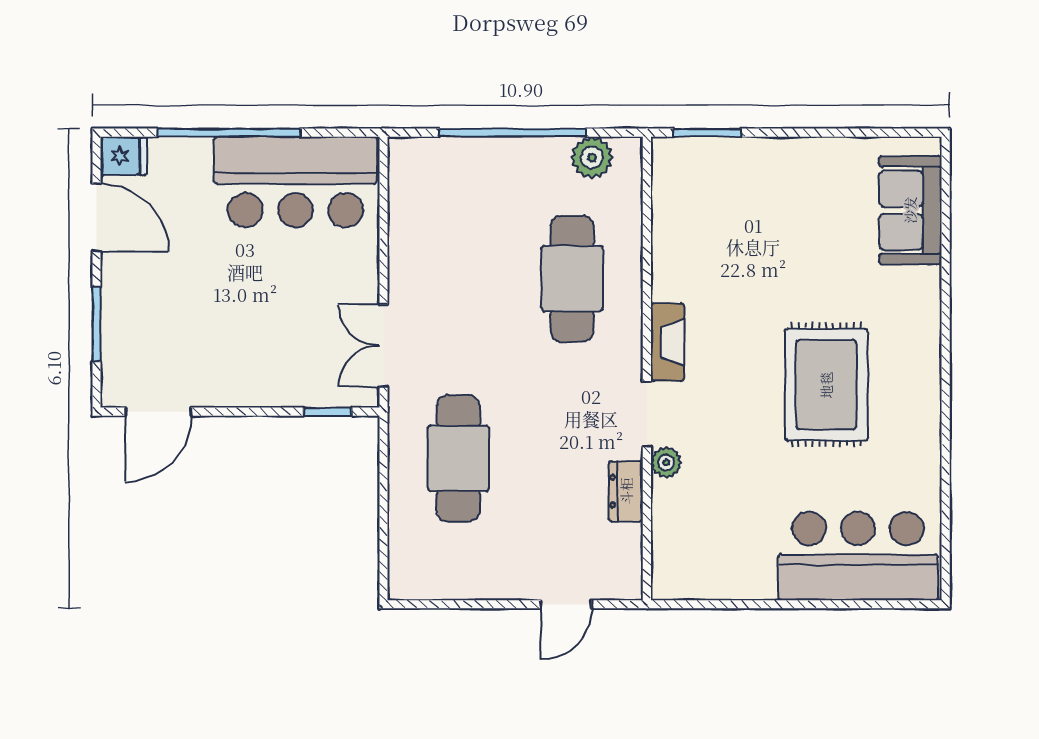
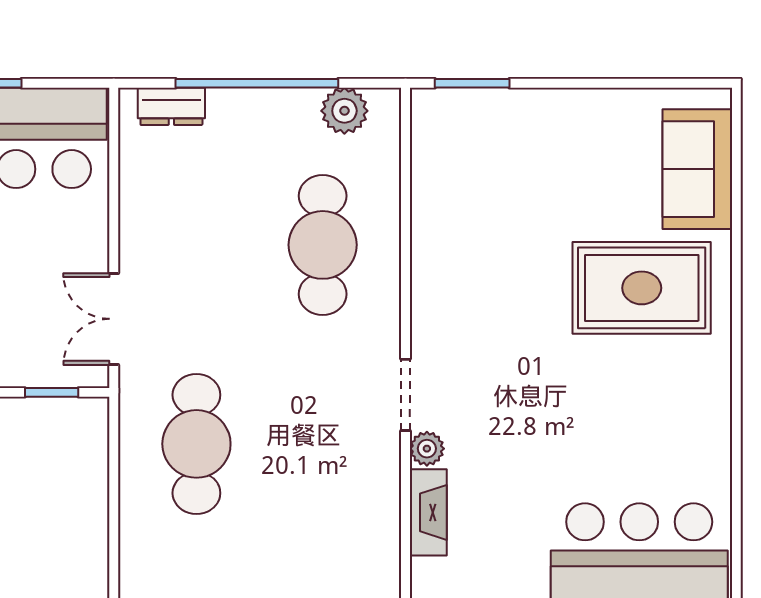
fireplace: (667, 342) -> (428, 512), moved
rug: (826, 385) -> (642, 288), moved, turned 90
dresser: (626, 491) -> (171, 106), moved, turned -90

